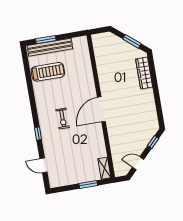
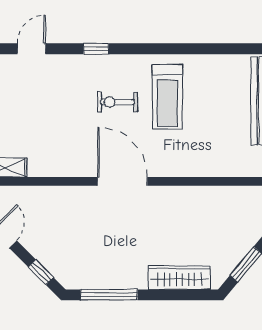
treadmill: (48, 72) -> (167, 97), moved
window: (159, 106) -> (109, 295), added

